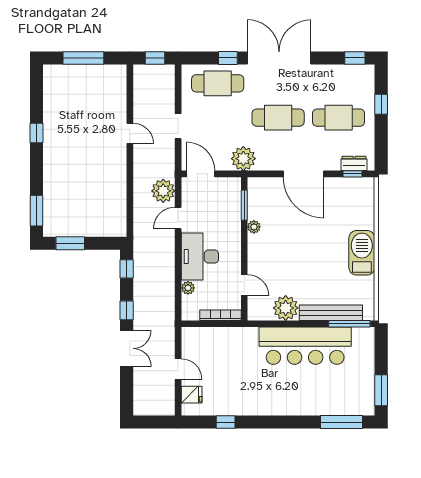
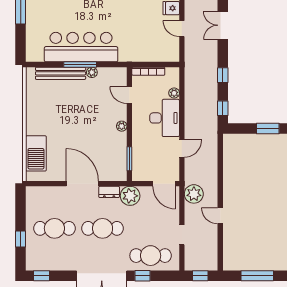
doorway: (178, 126) -> (182, 235), moved
dresser: (354, 163) -> (109, 192), moved
window: (352, 174) -> (43, 184), removed
plant: (163, 191) -> (194, 194), moved
plant: (254, 227) -> (122, 126), moved
barbecue: (362, 253) -> (36, 153), moved
plant: (286, 308) -> (92, 72), width x0.53, depth x0.53
window: (349, 324) -> (80, 65), moved
double door: (127, 348) -> (223, 25), moved

